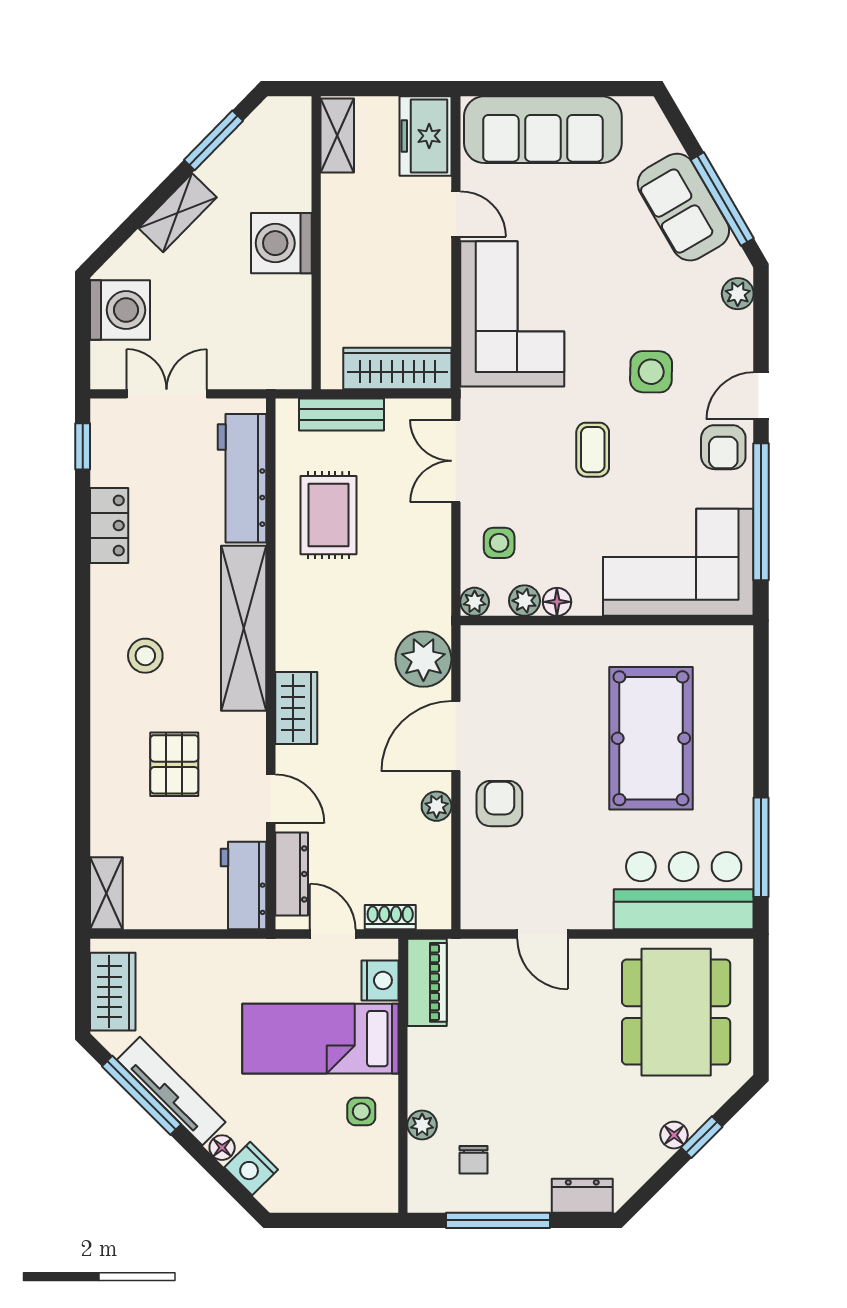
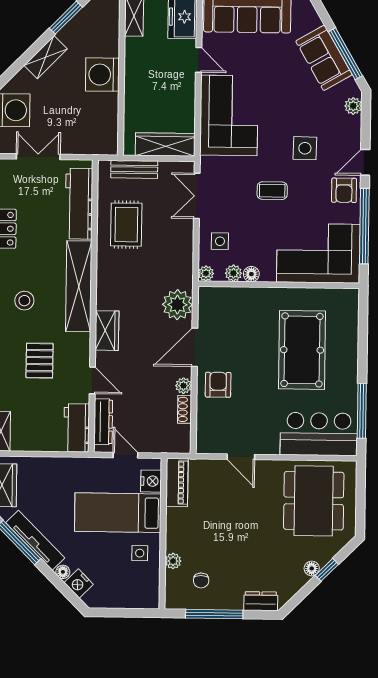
coffee table: (593, 450) -> (272, 191), turned 90
shoe rack: (390, 917) -> (184, 409), moved, turned -90

